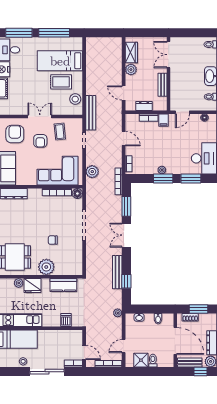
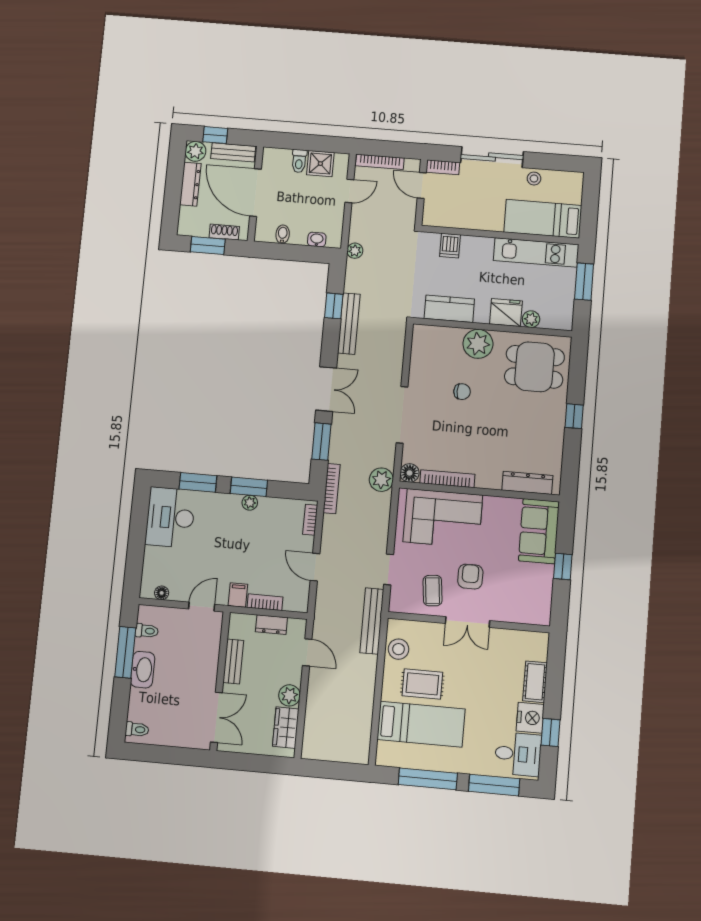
armchair: (15, 134) -> (517, 593), removed
plant: (92, 172) -> (381, 480), moved

